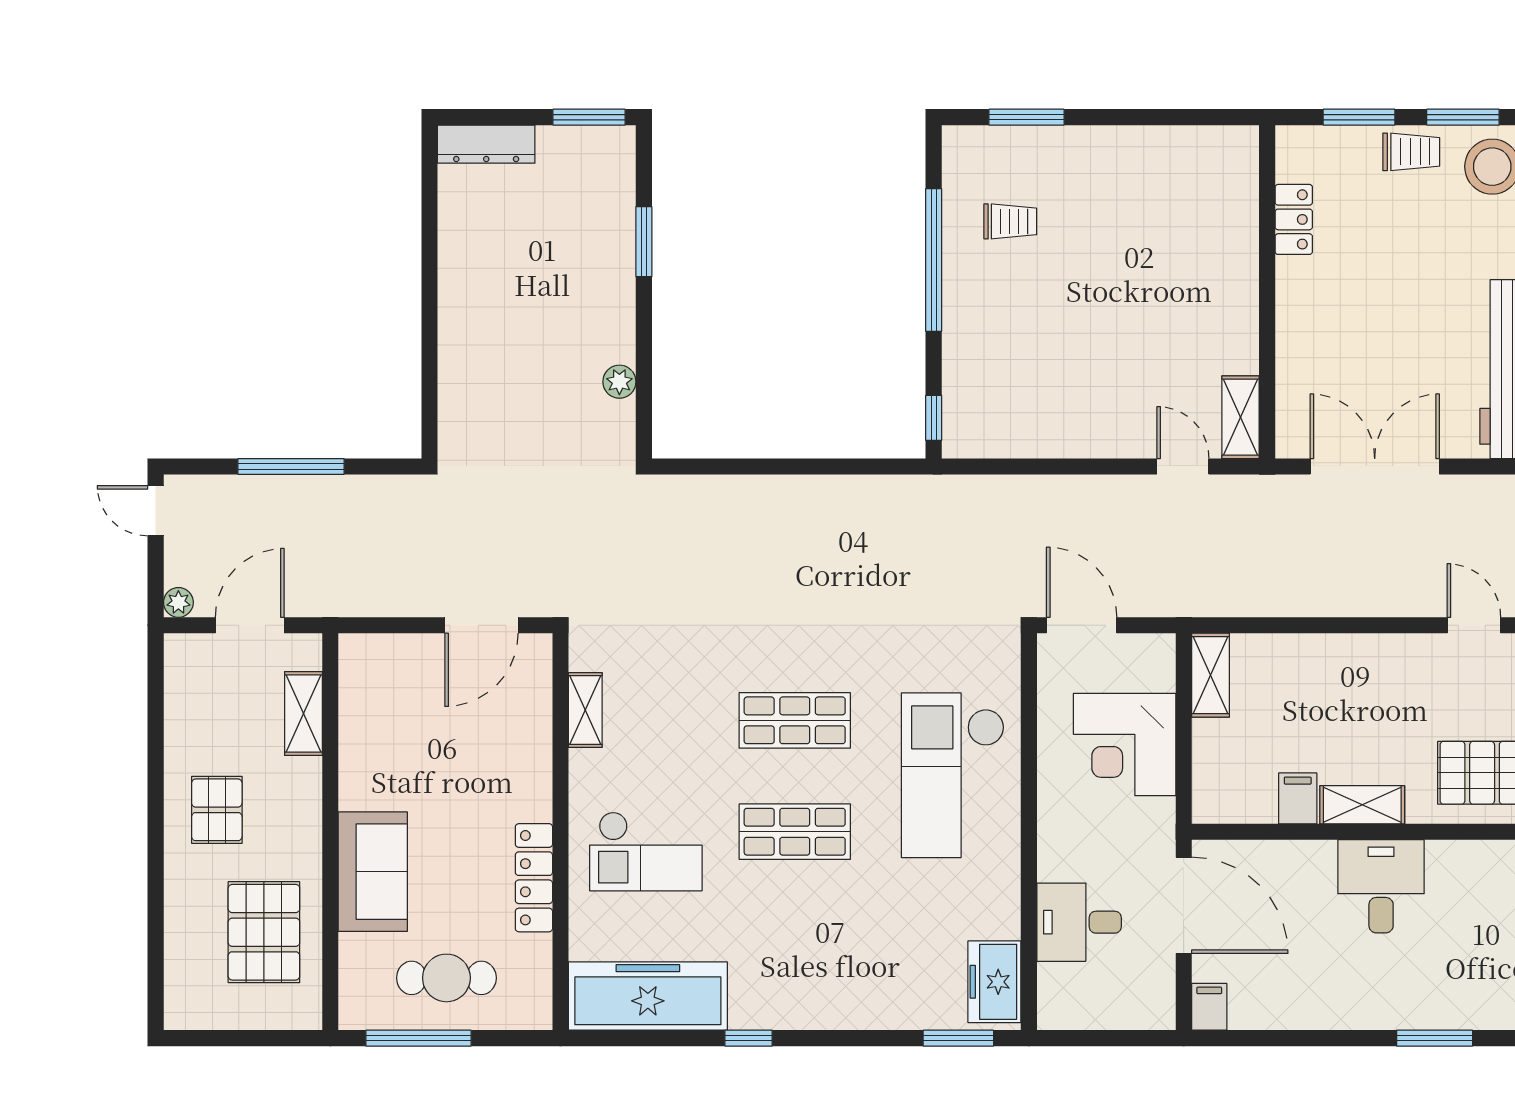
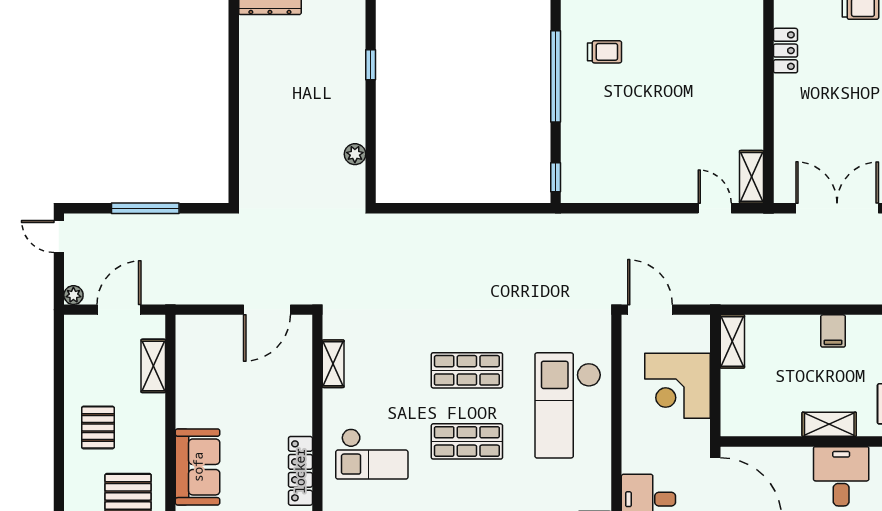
window: (644, 242) -> (371, 65), width x0.67
filing cabinet: (1298, 798) -> (833, 331), moved, turned 180

